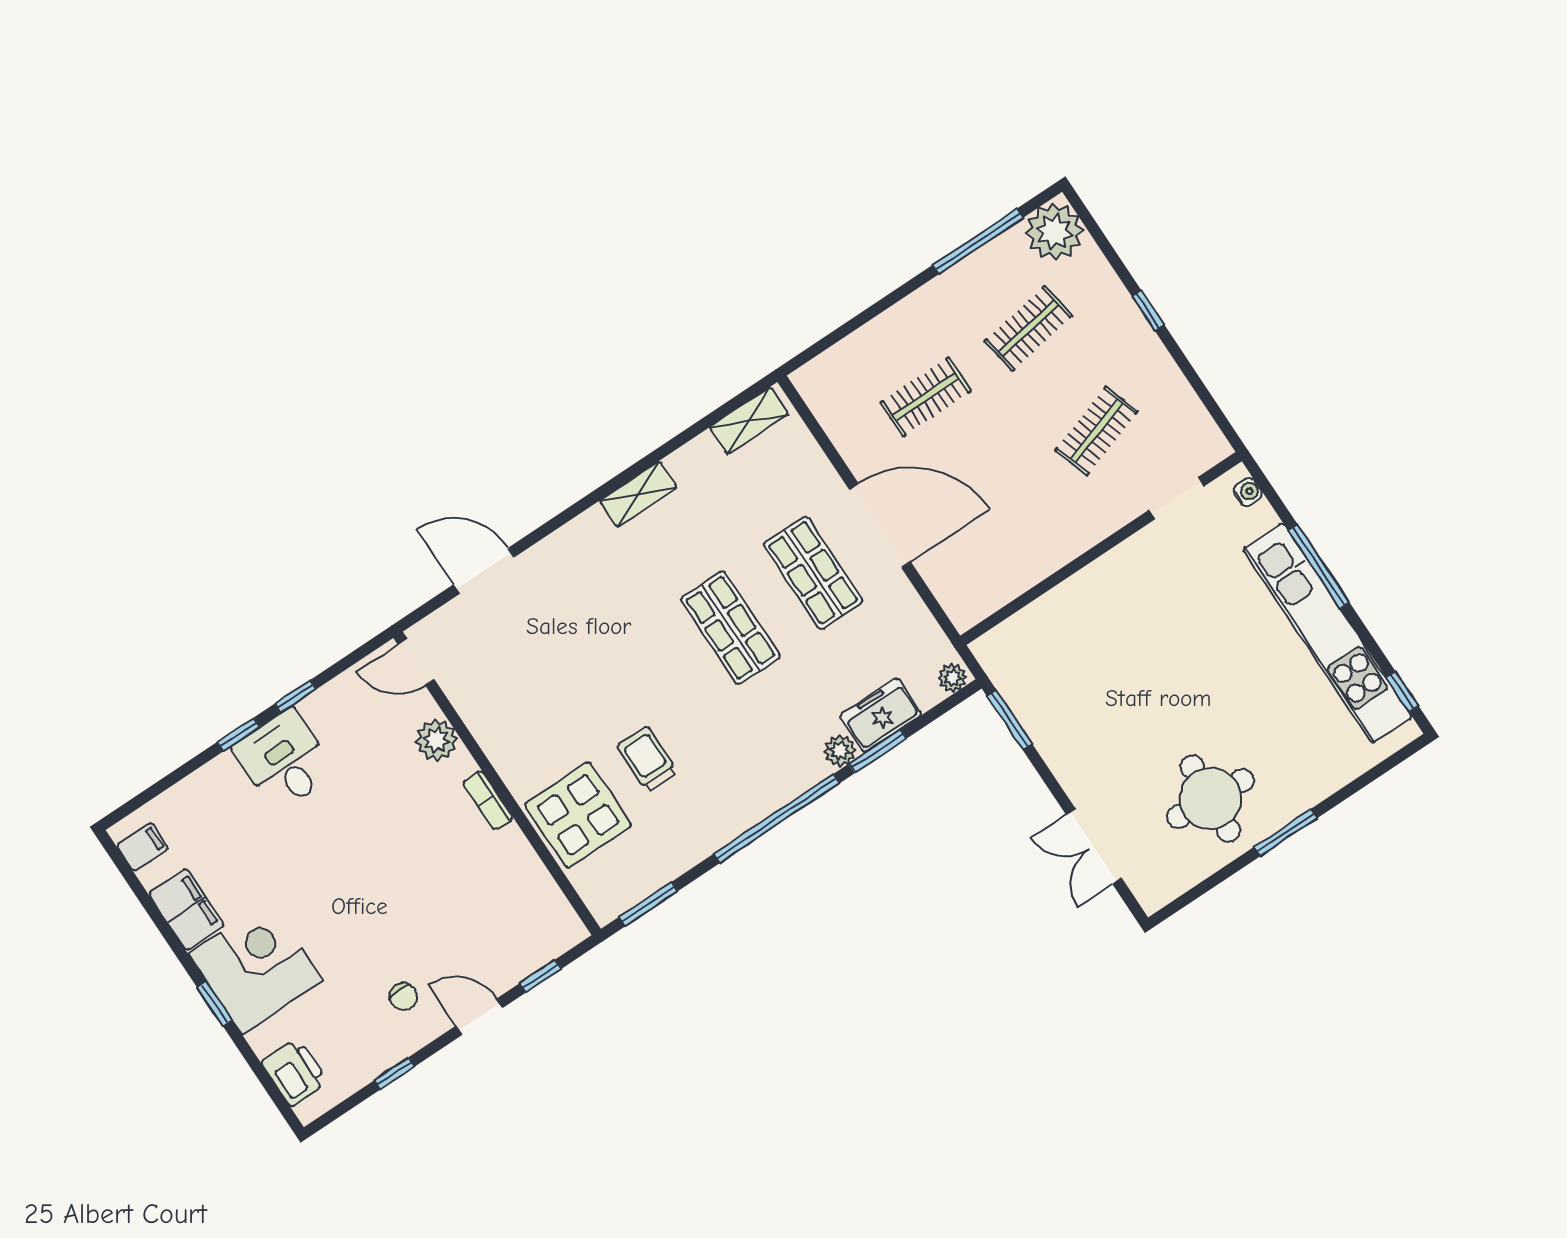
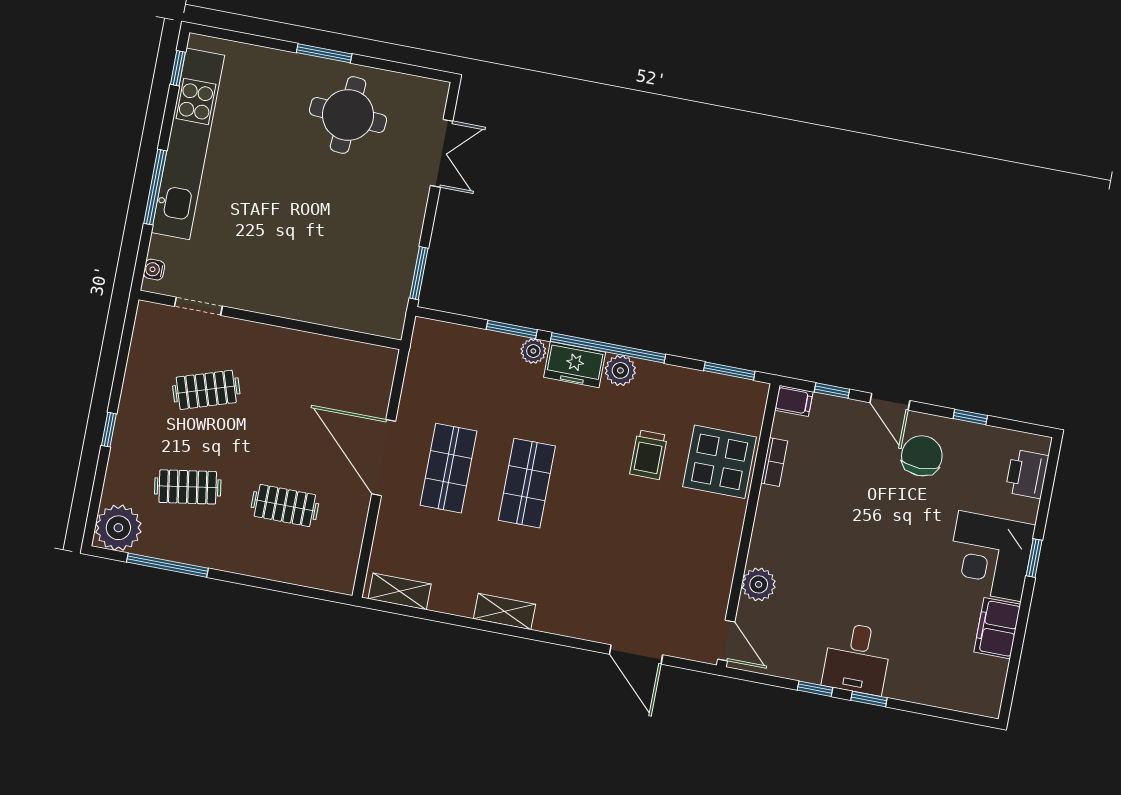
plant: (952, 678) -> (620, 370), moved, width x1.38, depth x1.38
freezer: (881, 715) -> (575, 365), moved
bookcase: (488, 800) -> (774, 462), moved
filing cabinet: (142, 847) -> (794, 401), moved, turned 180
chair: (404, 997) -> (922, 456), width x1.87, depth x1.87

